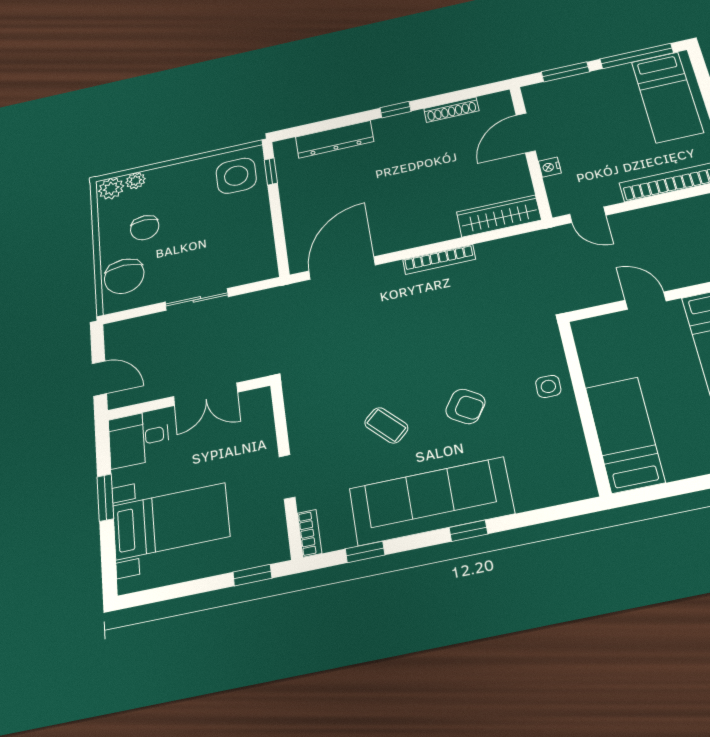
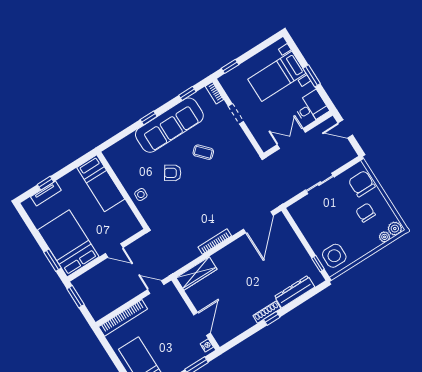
shoe rack: (451, 110) -> (267, 312), moved
nightstand: (550, 167) -> (207, 345), moved

